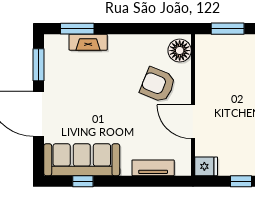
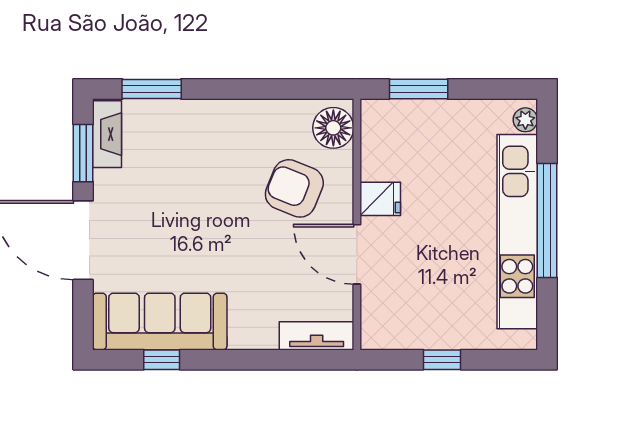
fireplace: (88, 42) -> (107, 134), moved, turned -90
fridge: (206, 166) -> (380, 199), moved
tv unit: (153, 168) -> (317, 336), moved

